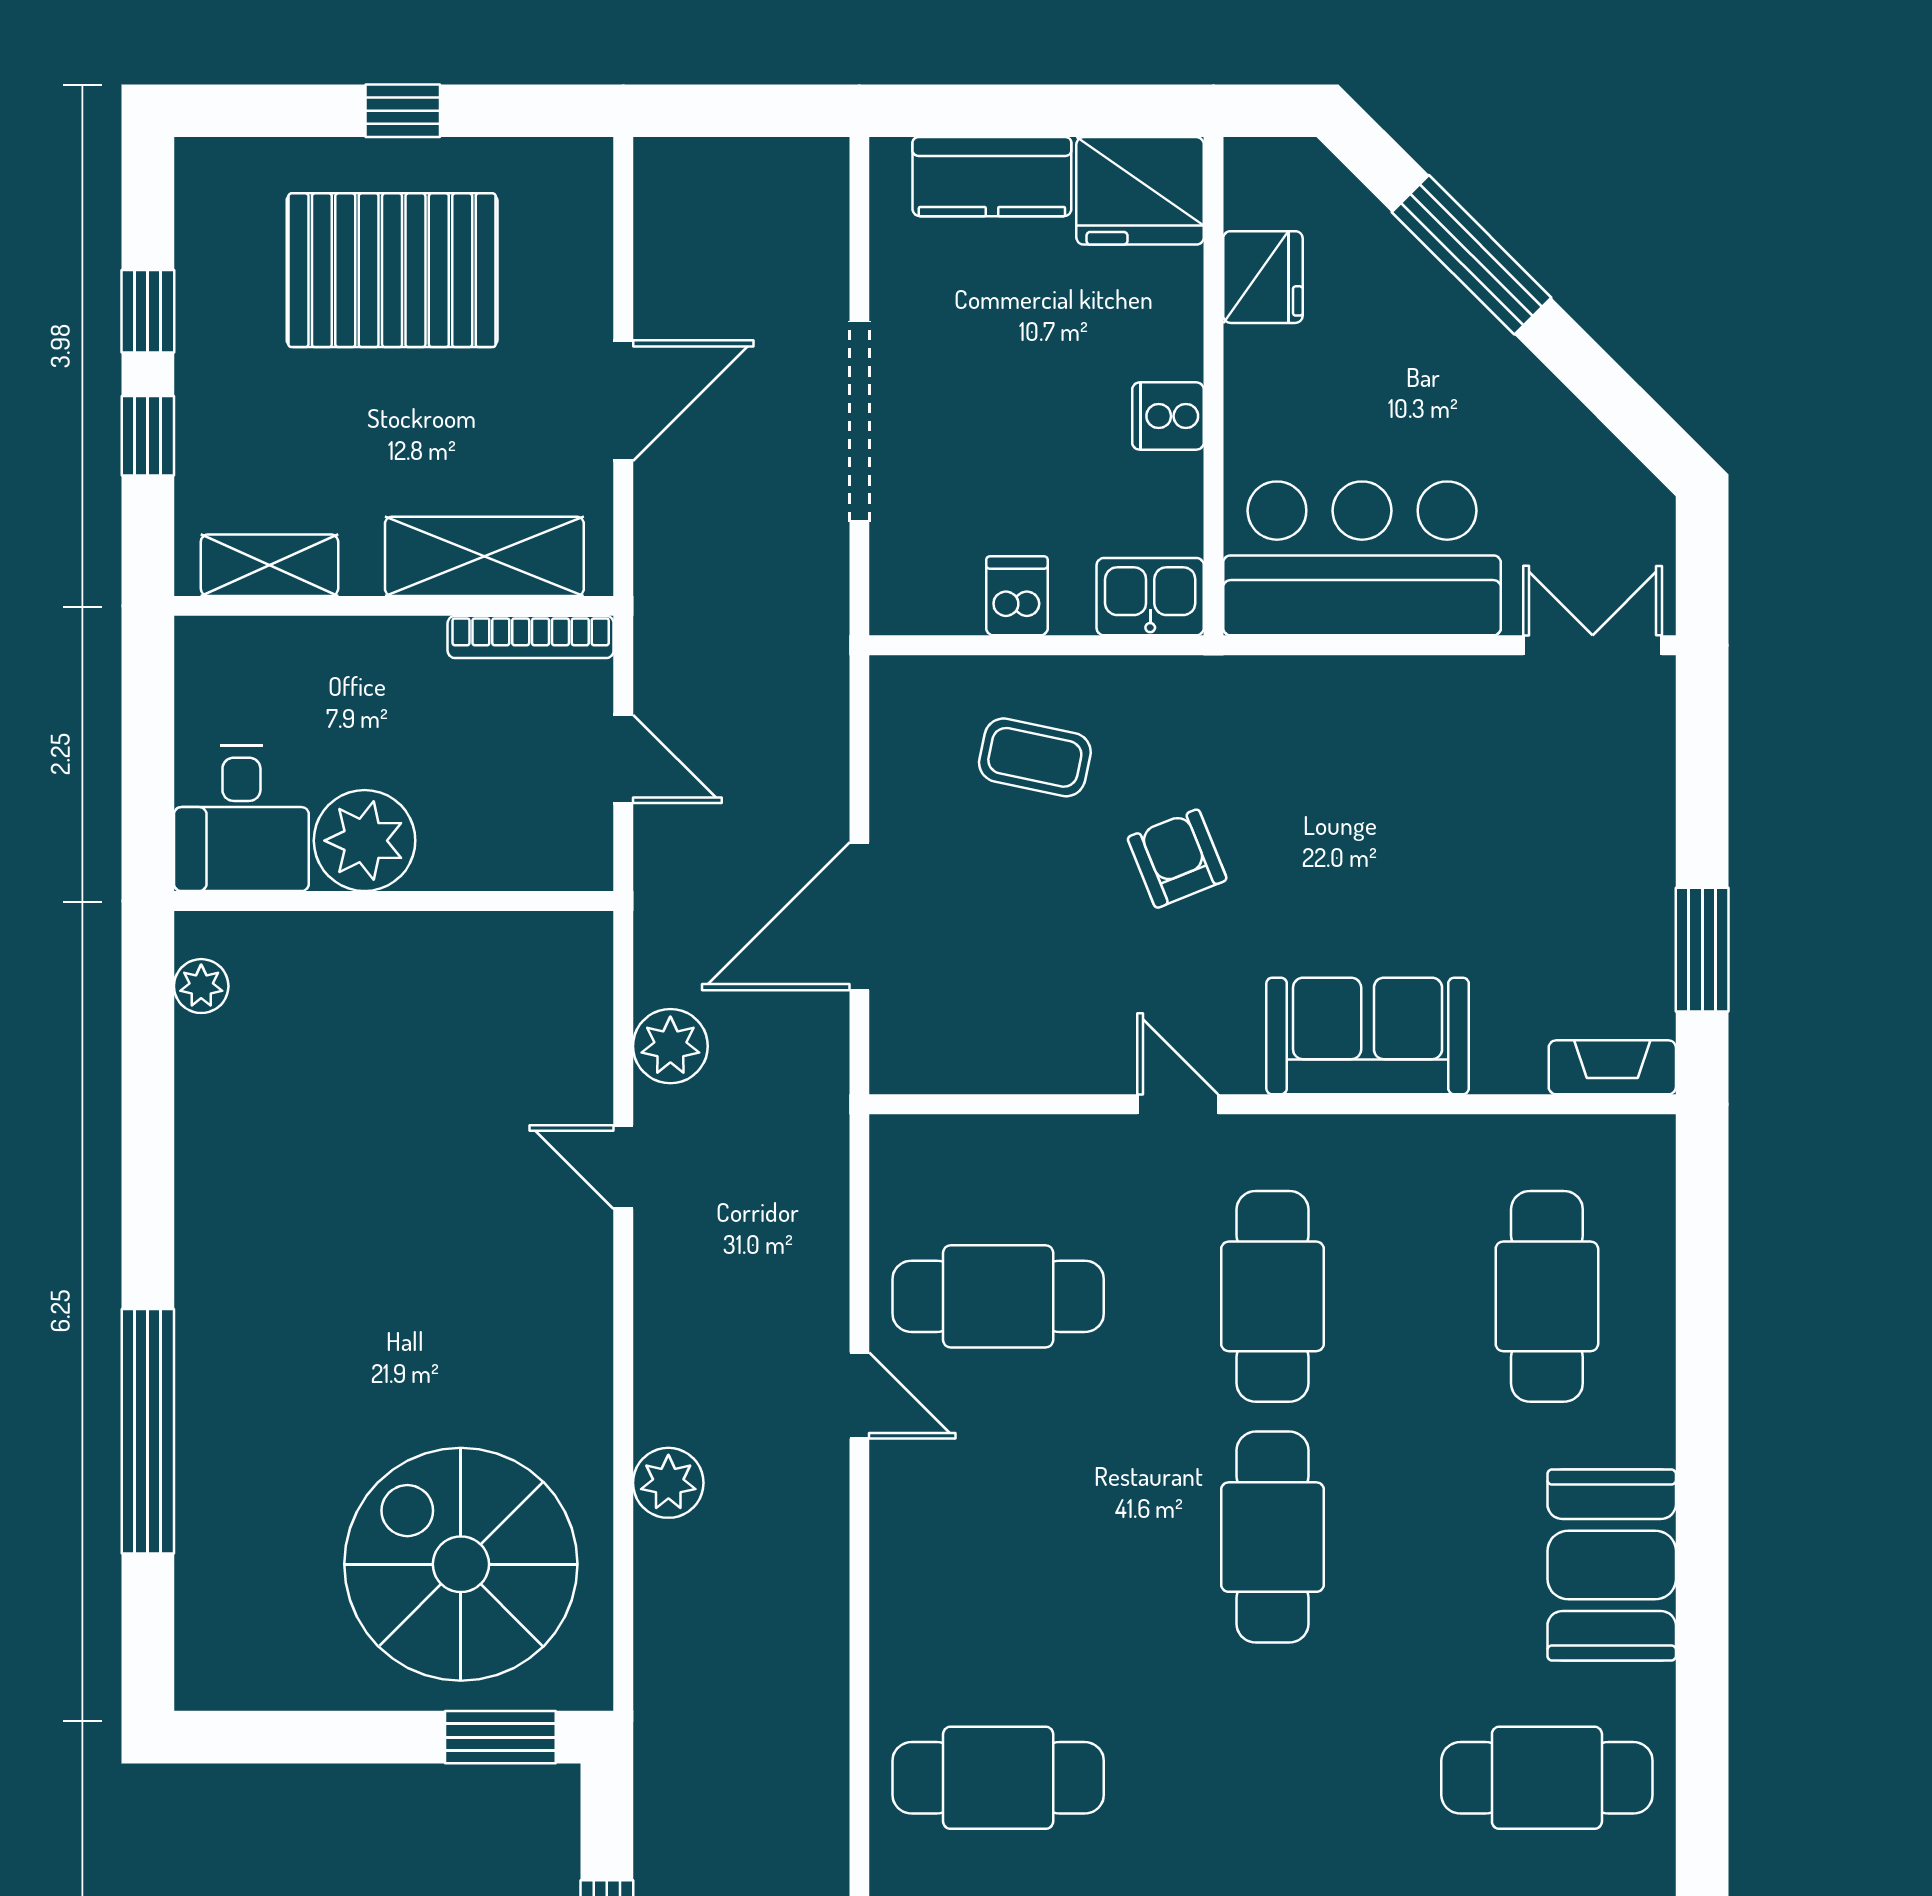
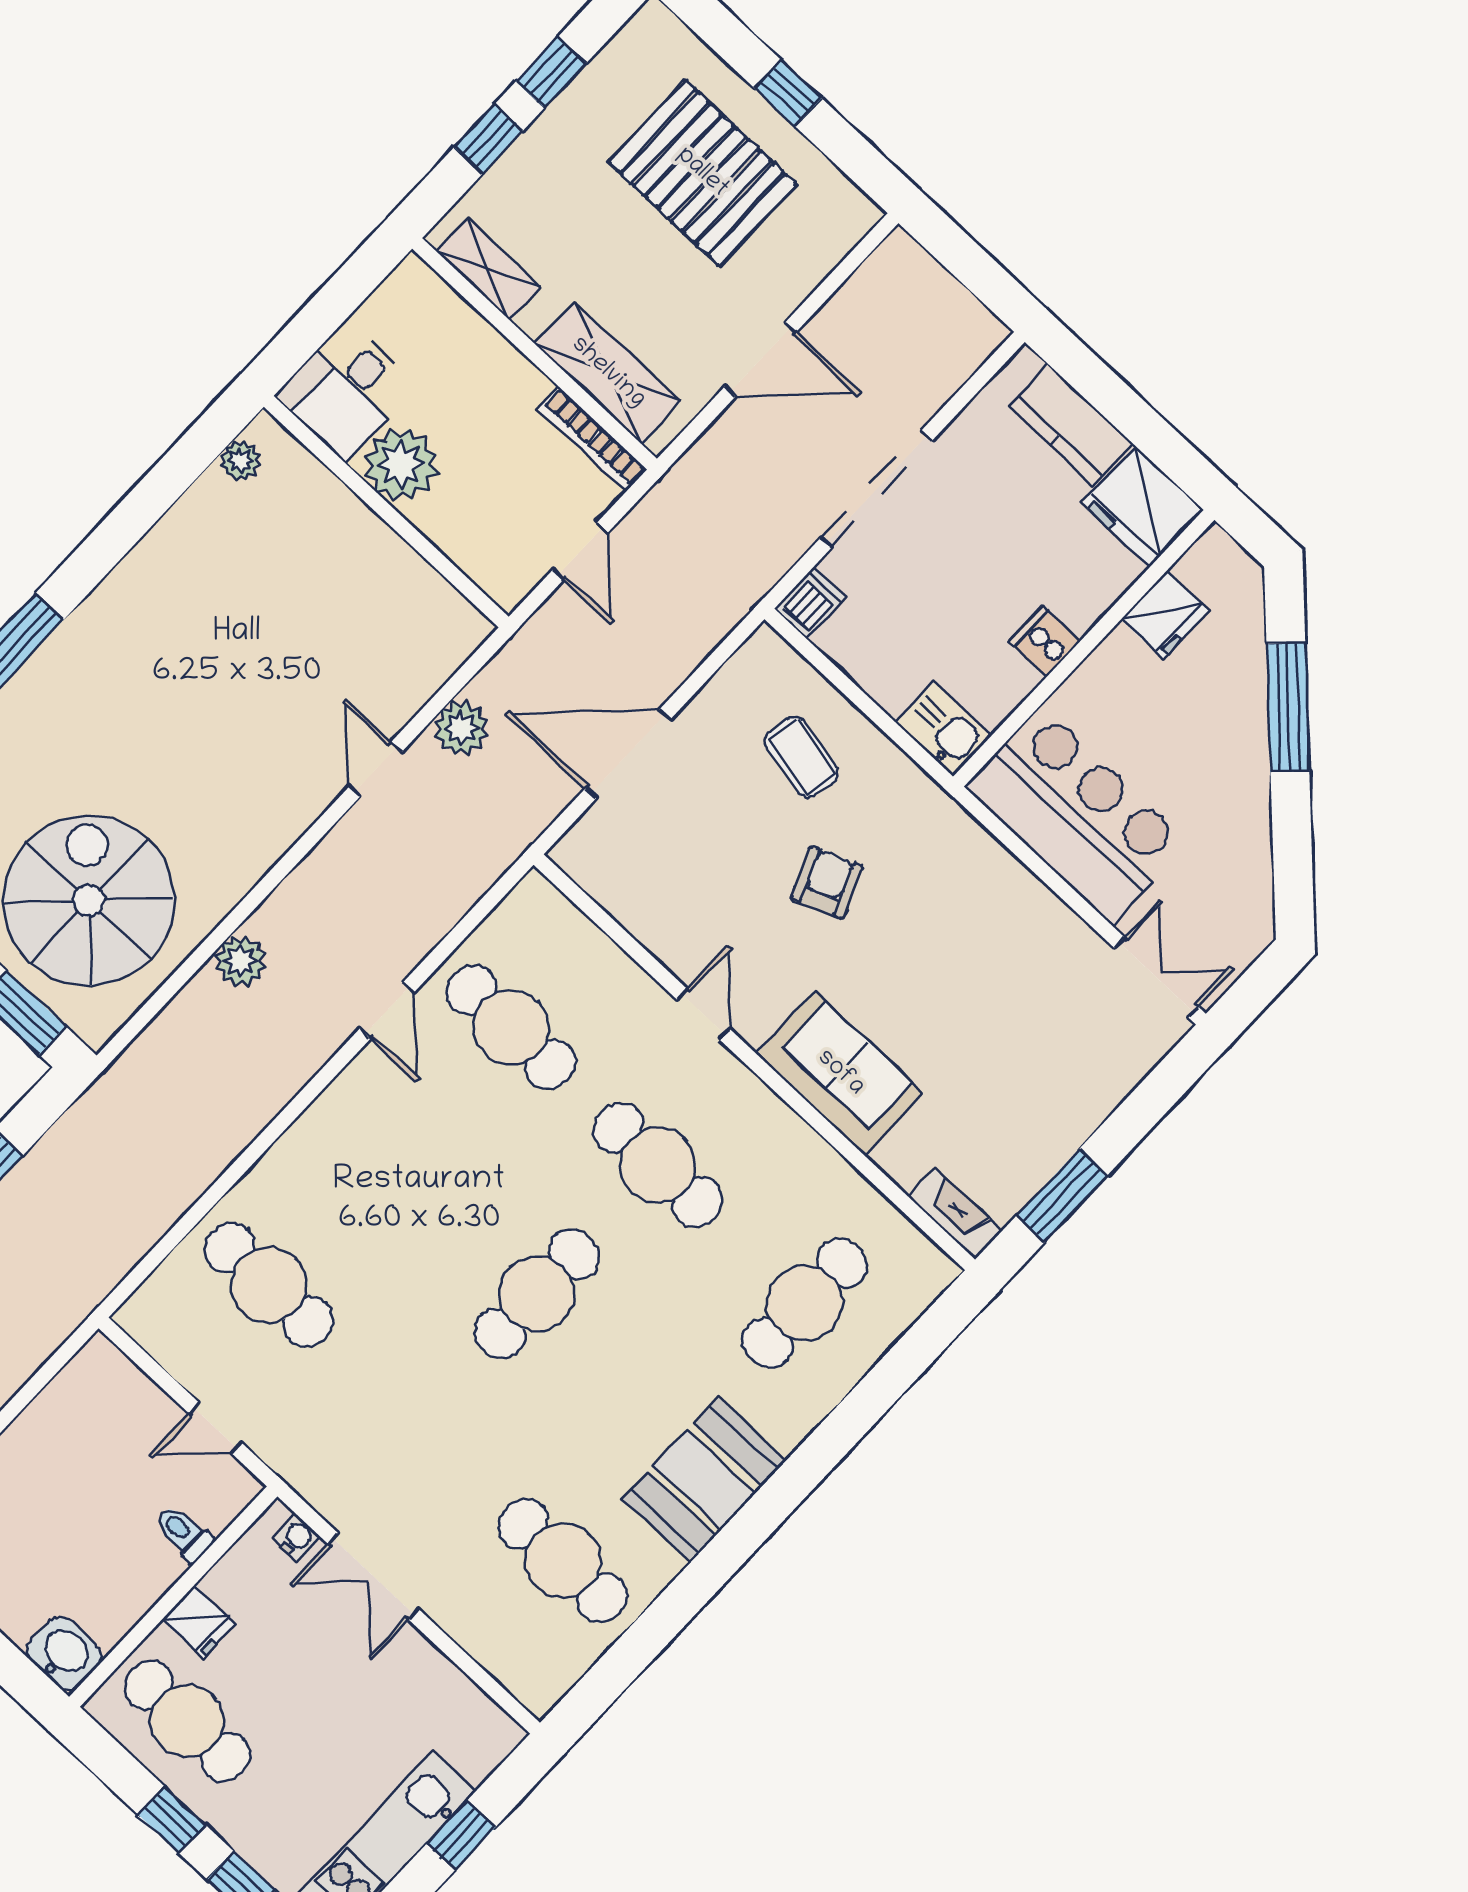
dishwasher: (1017, 596) -> (811, 603), moved
cafe table: (1273, 1296) -> (658, 1165), turned 90

